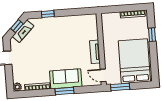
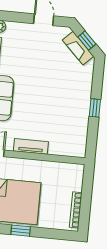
window: (48, 14) -> (95, 108), moved
window: (152, 35) -> (21, 231), moved

